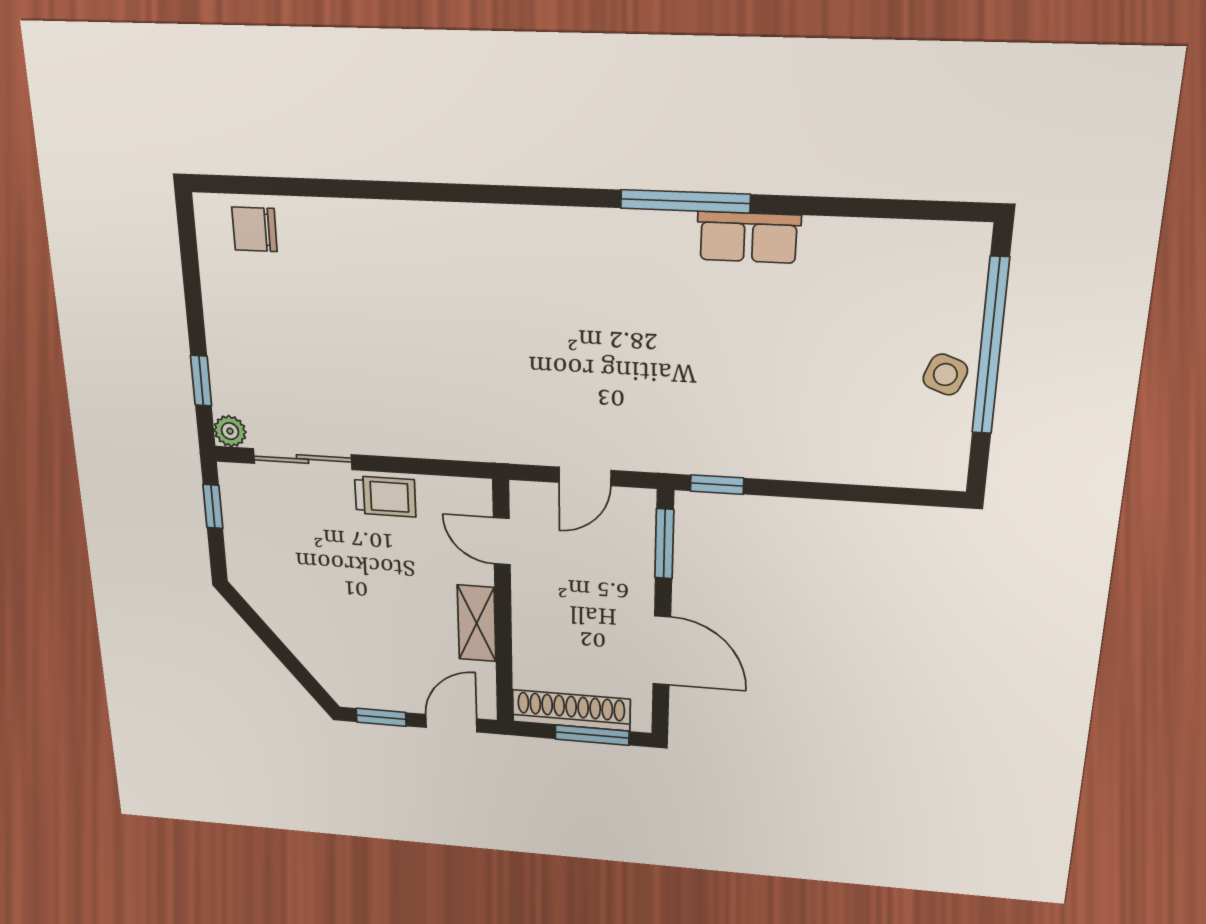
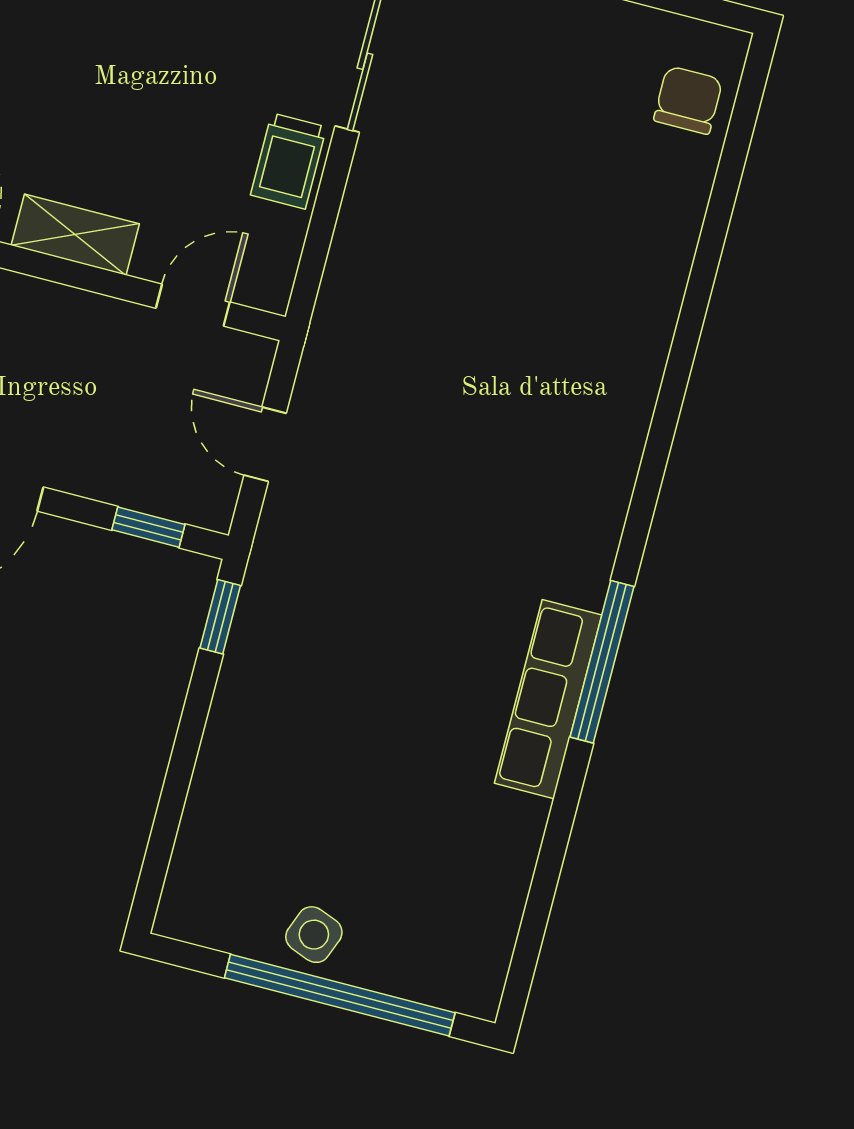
row of seats: (749, 237) -> (548, 699), width x1.48
window: (664, 544) -> (148, 527), width x0.67

